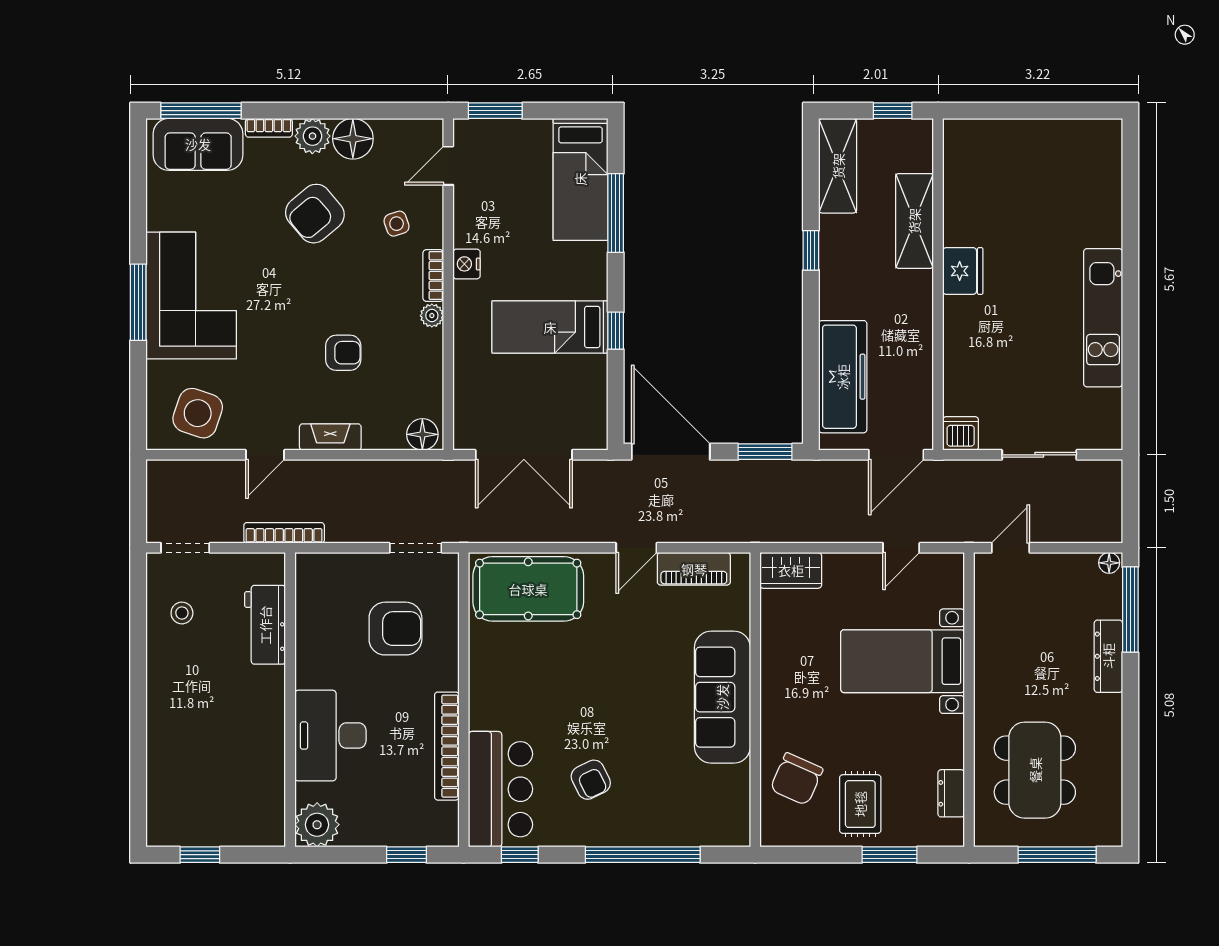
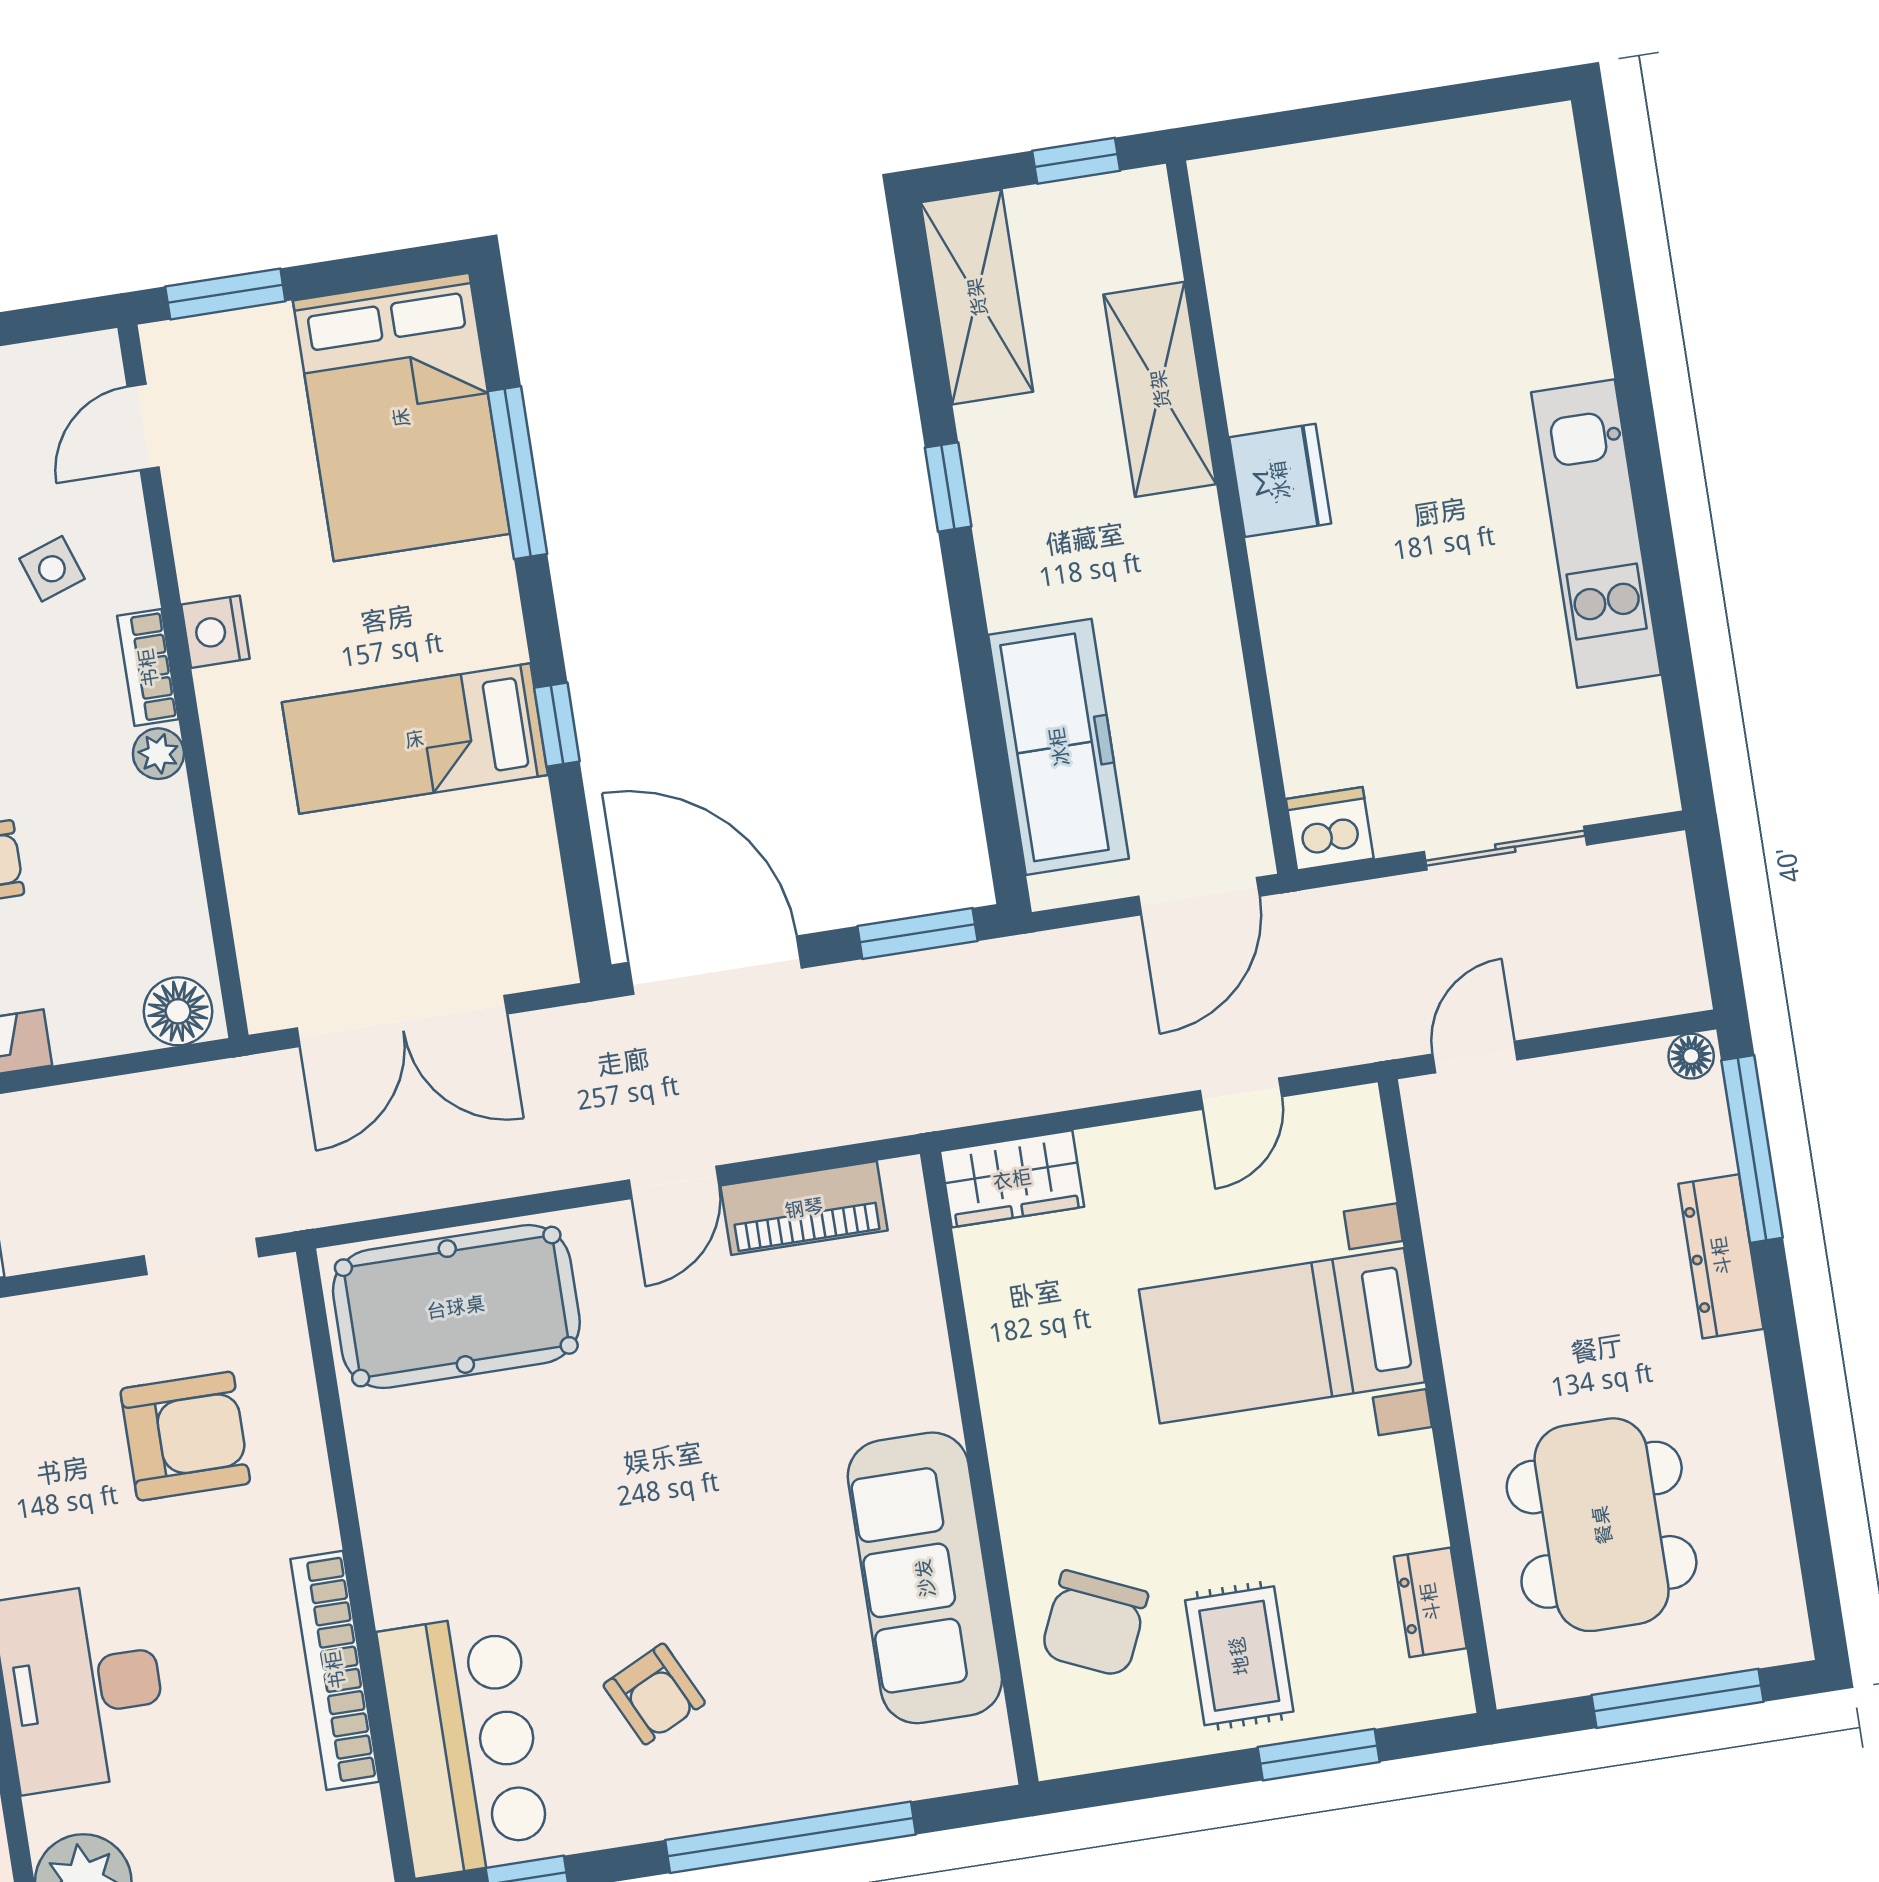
bed: (580, 179) -> (401, 417), width x1.50
sofa: (722, 697) -> (925, 1578), moved

